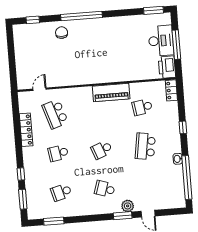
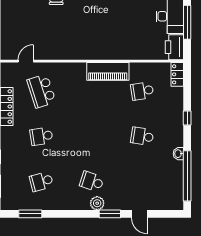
school desk: (145, 146) -> (142, 136), width x0.54
school desk: (102, 150) -> (92, 136), removed
plant: (128, 206) -> (97, 203), moved

